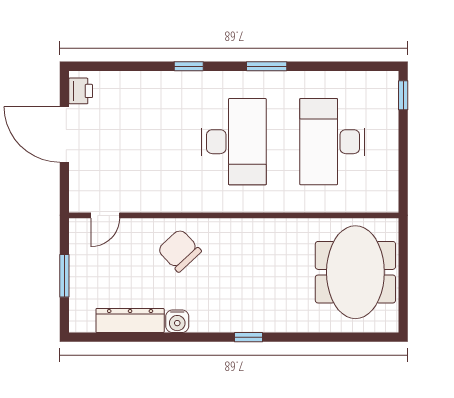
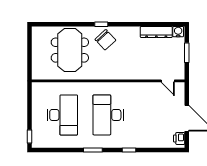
door: (105, 215) -> (168, 81), swing flipped
chair: (179, 250) -> (105, 40), moved
meeting table: (355, 272) -> (70, 50), moved
water cooler: (177, 321) -> (178, 32), moved

